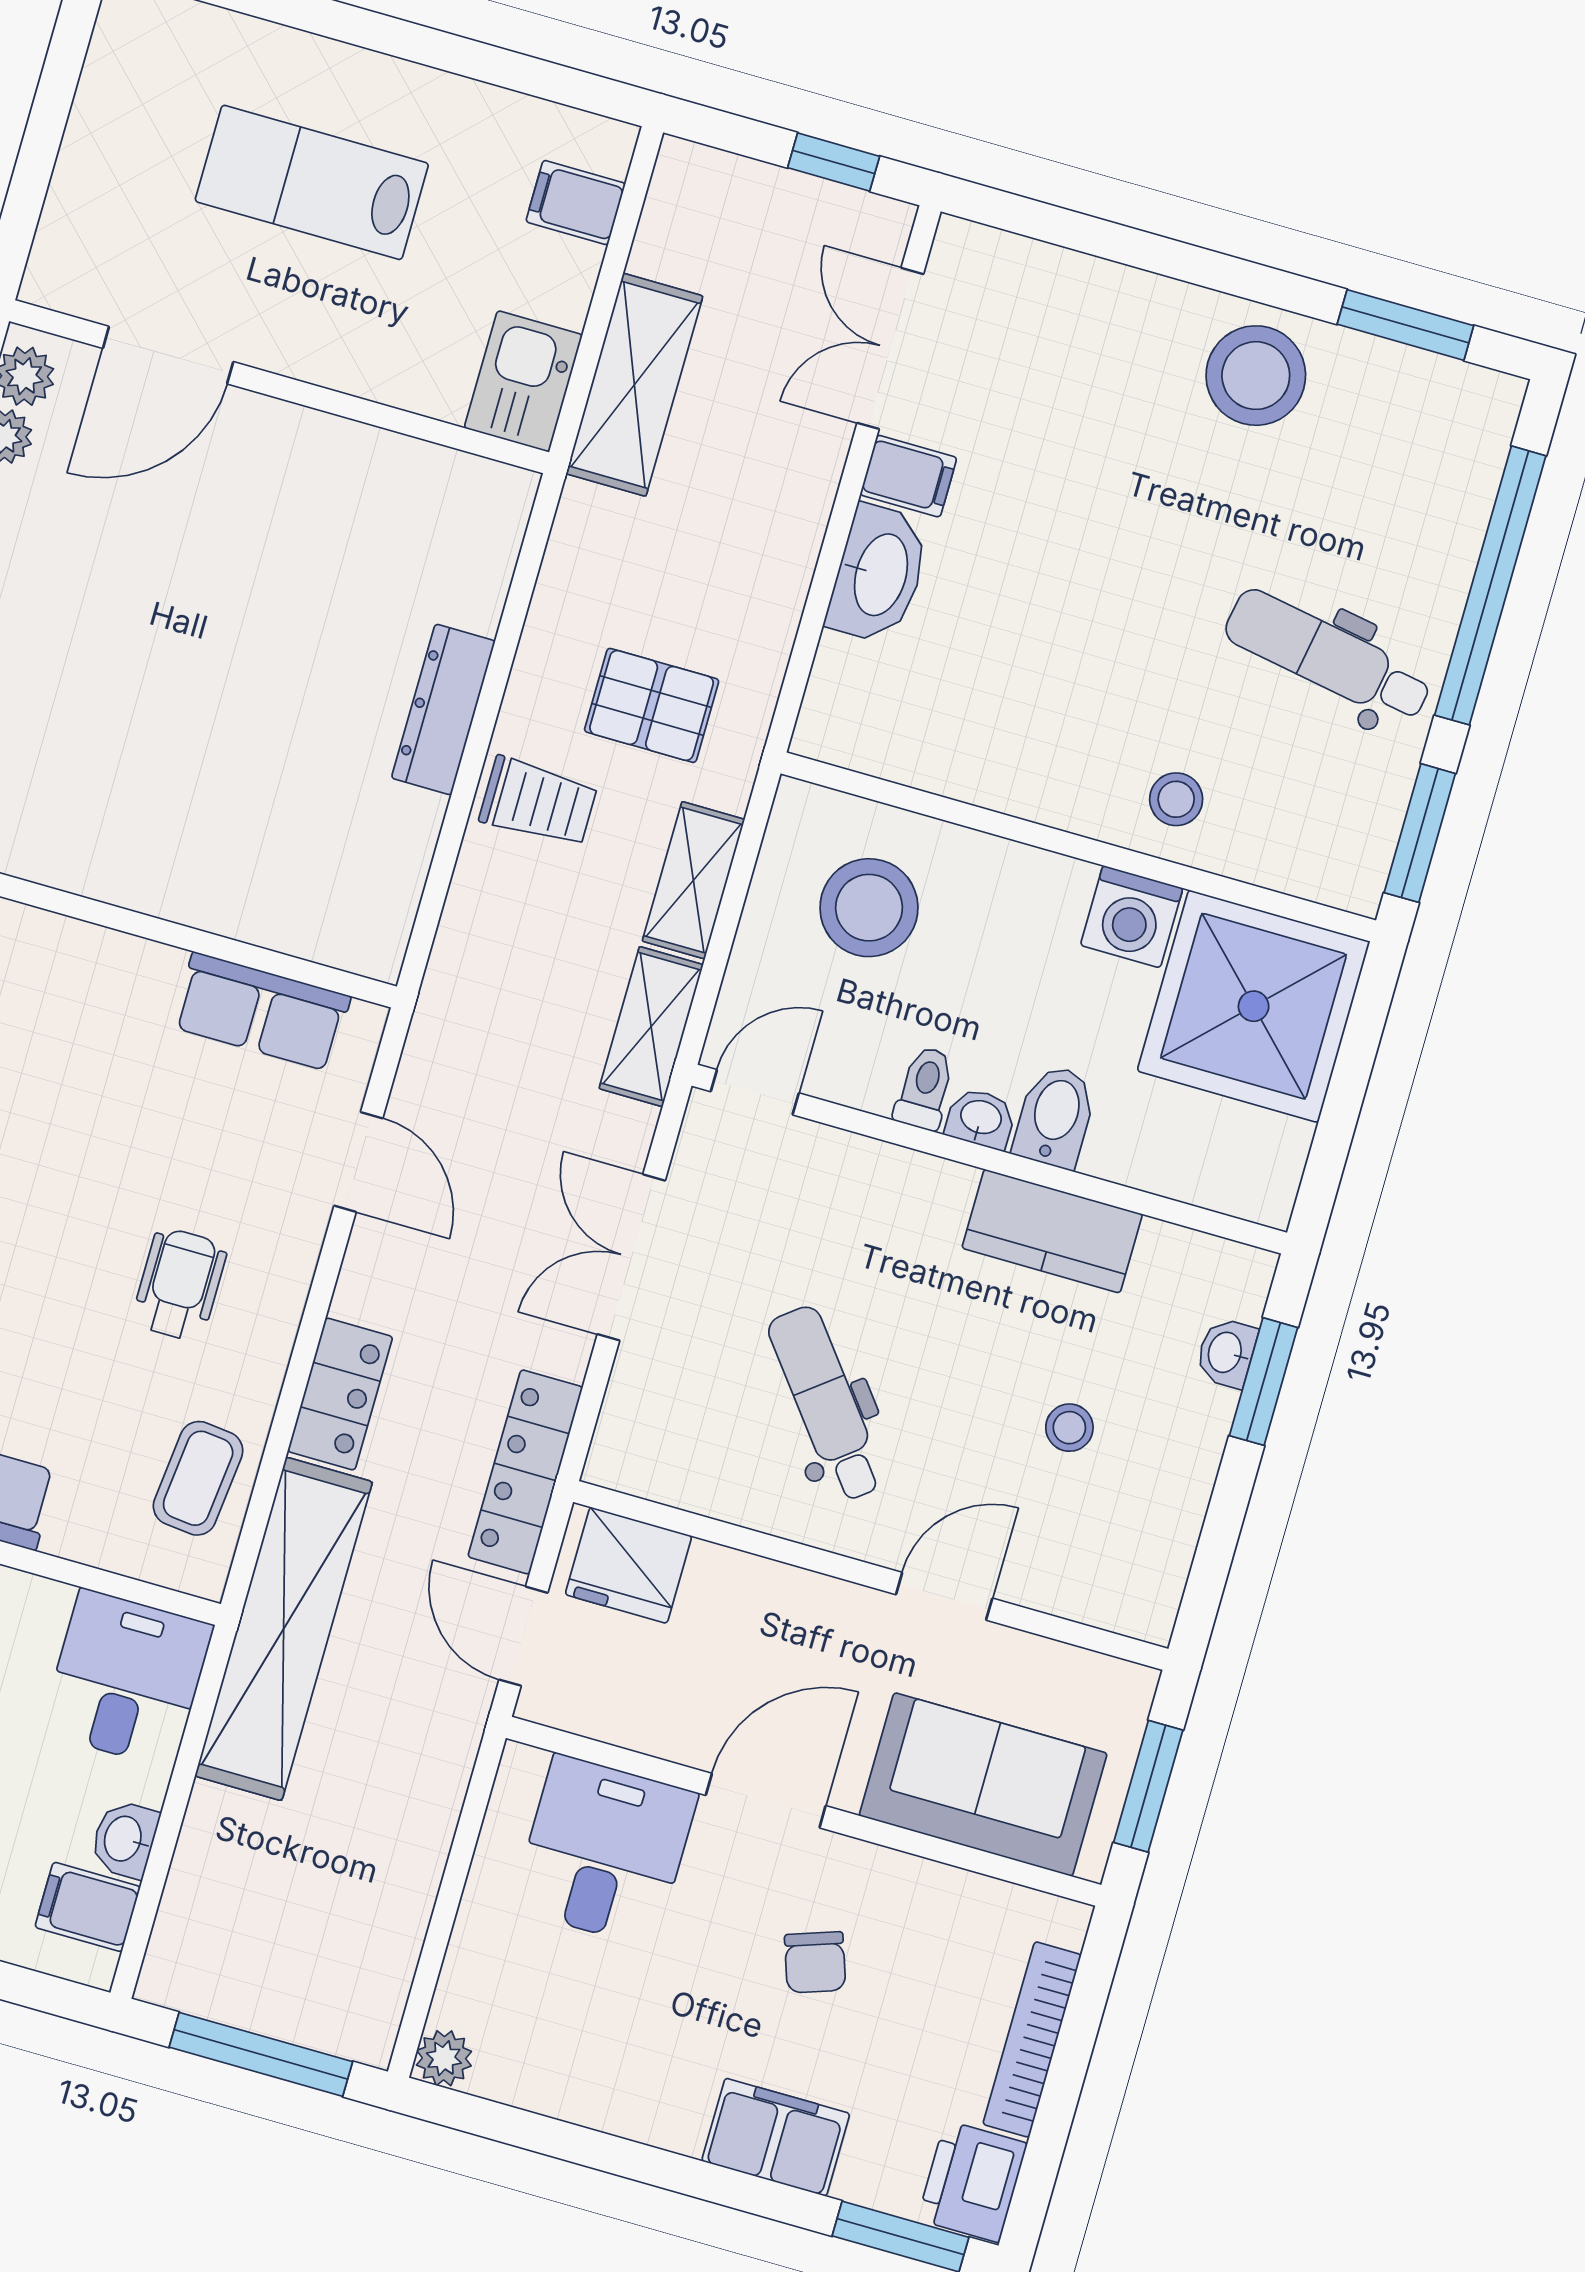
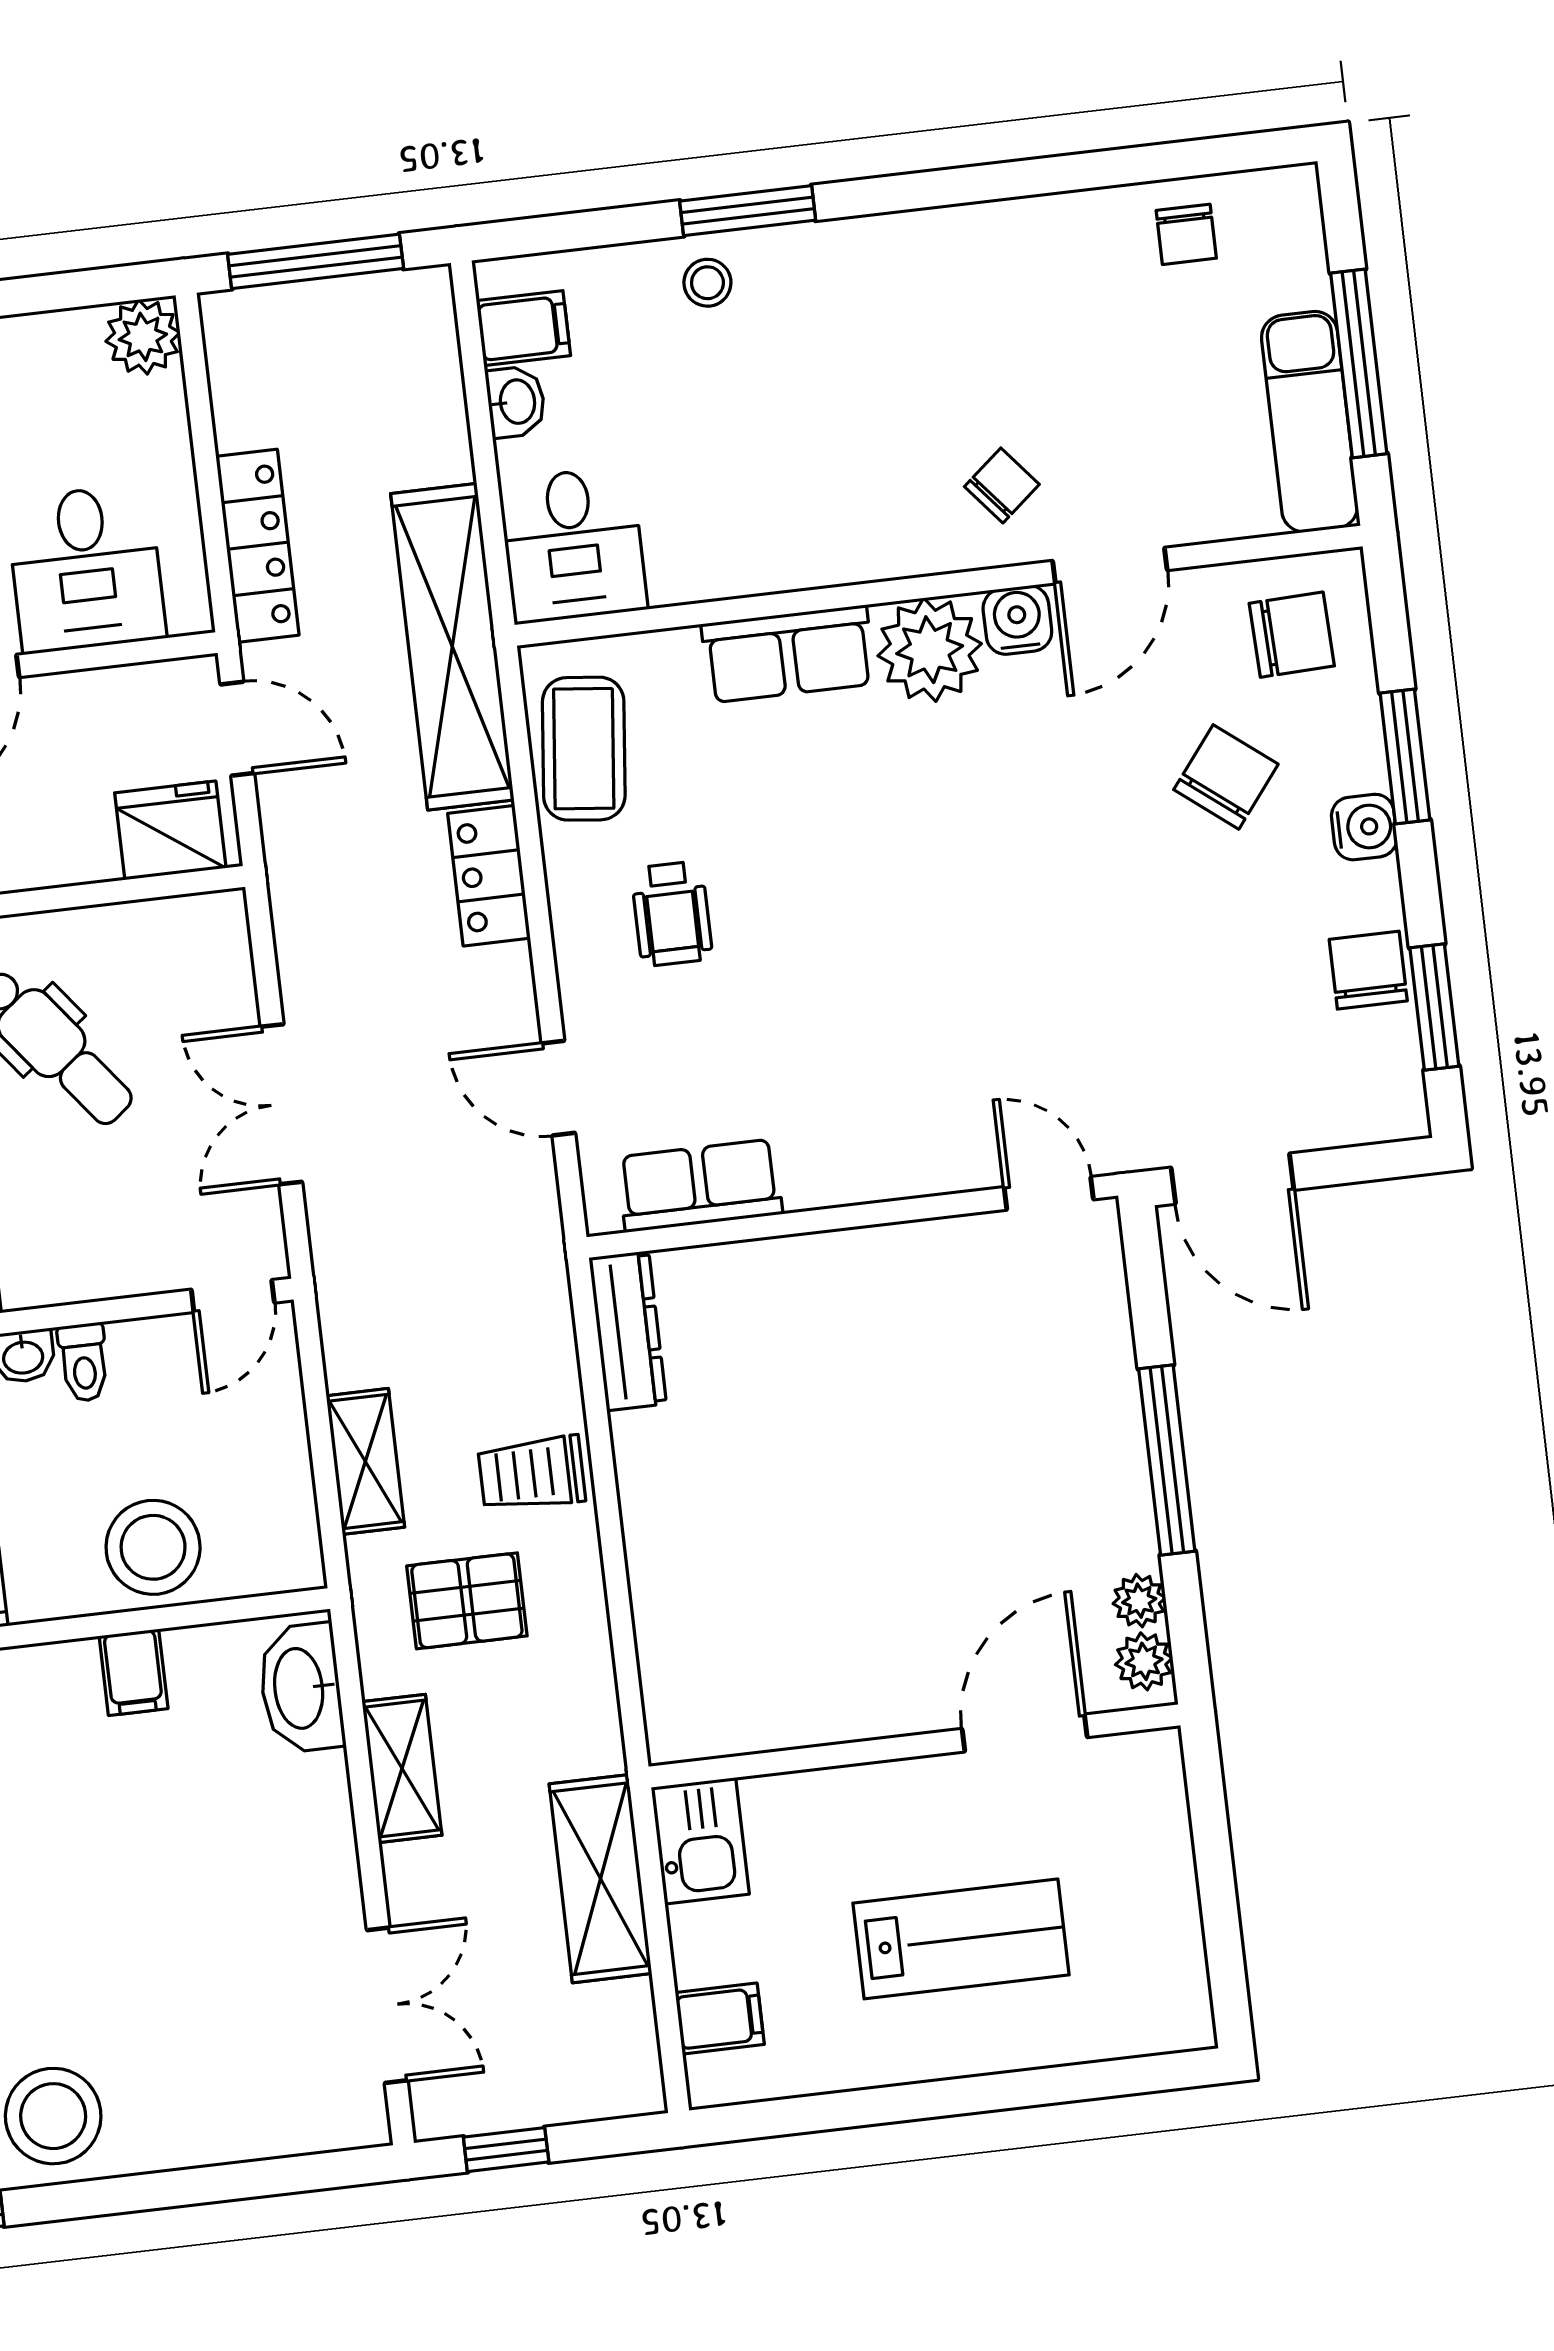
filing cabinet: (908, 476) -> (134, 1672), moved, turned -90
washbasin: (879, 574) -> (301, 1688), moved
dresser: (443, 710) -> (628, 1331), moved
stool: (869, 908) -> (153, 1547), moved
shelving: (651, 1027) -> (402, 1768), moved
double door: (631, 1257) -> (281, 1104), swing flipped
locker: (525, 1472) -> (257, 546), moved
coffee table: (198, 1478) -> (584, 749), width x1.36, depth x1.30
plant: (444, 2058) -> (143, 337), width x1.38, depth x1.38

